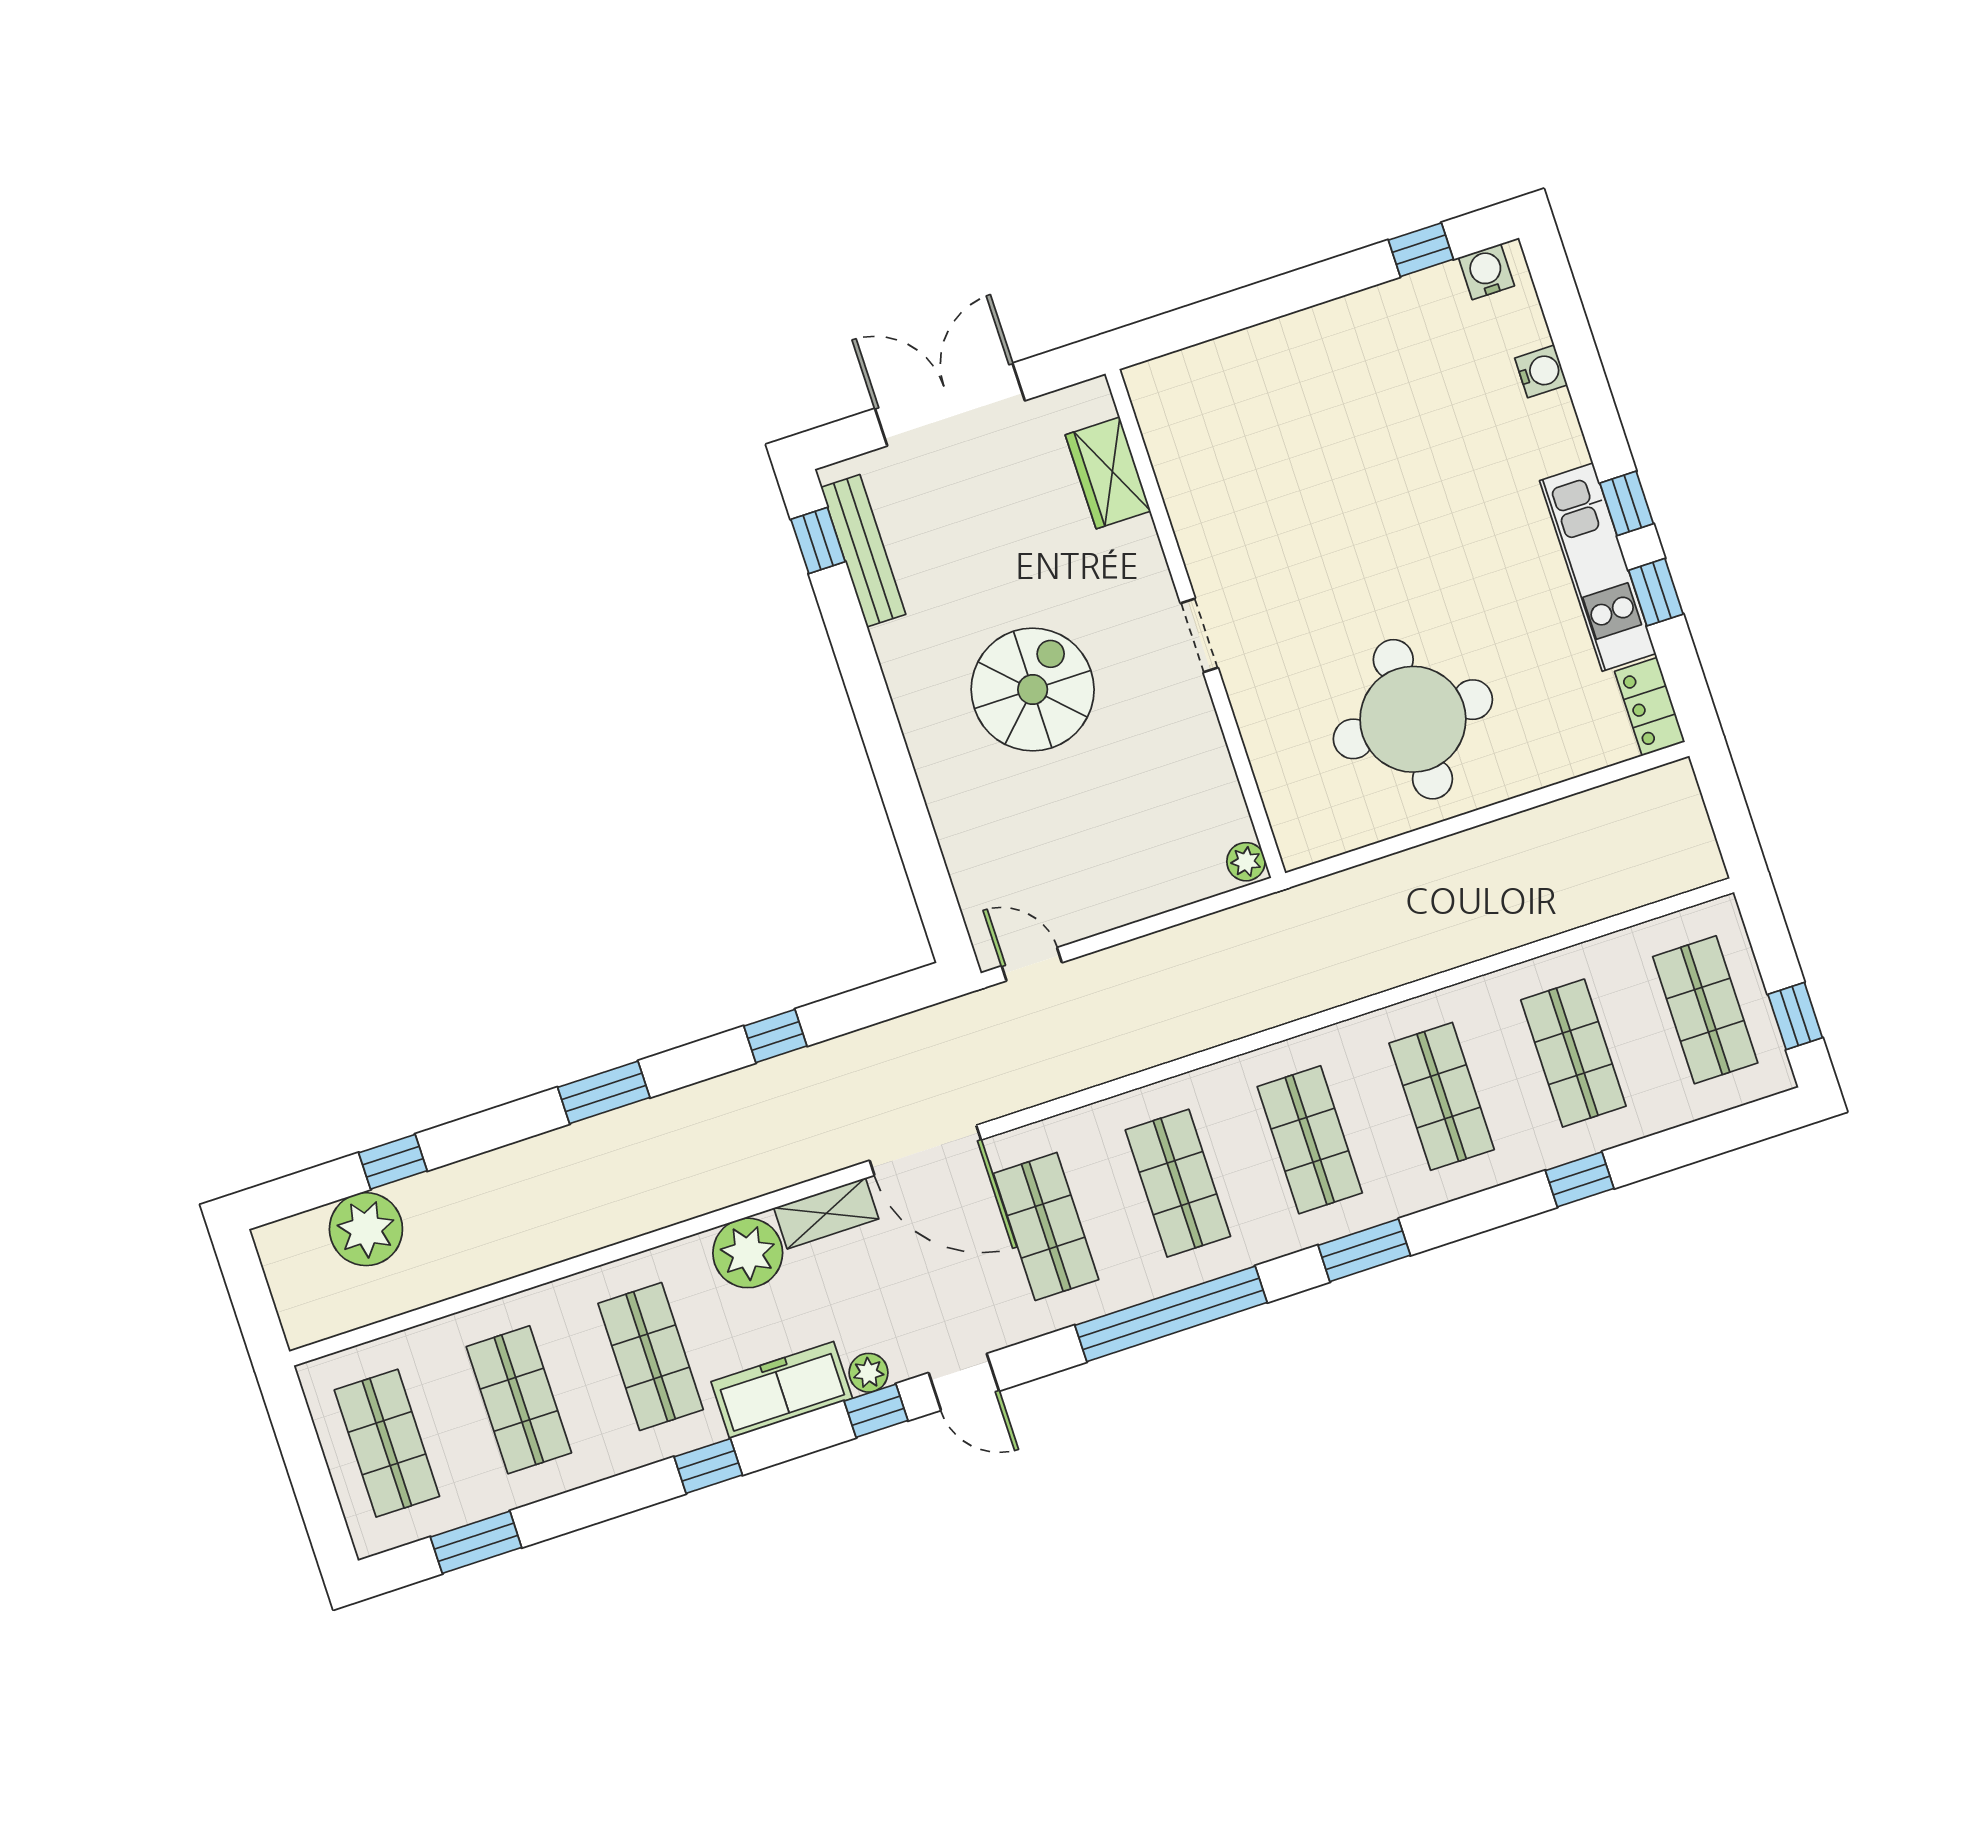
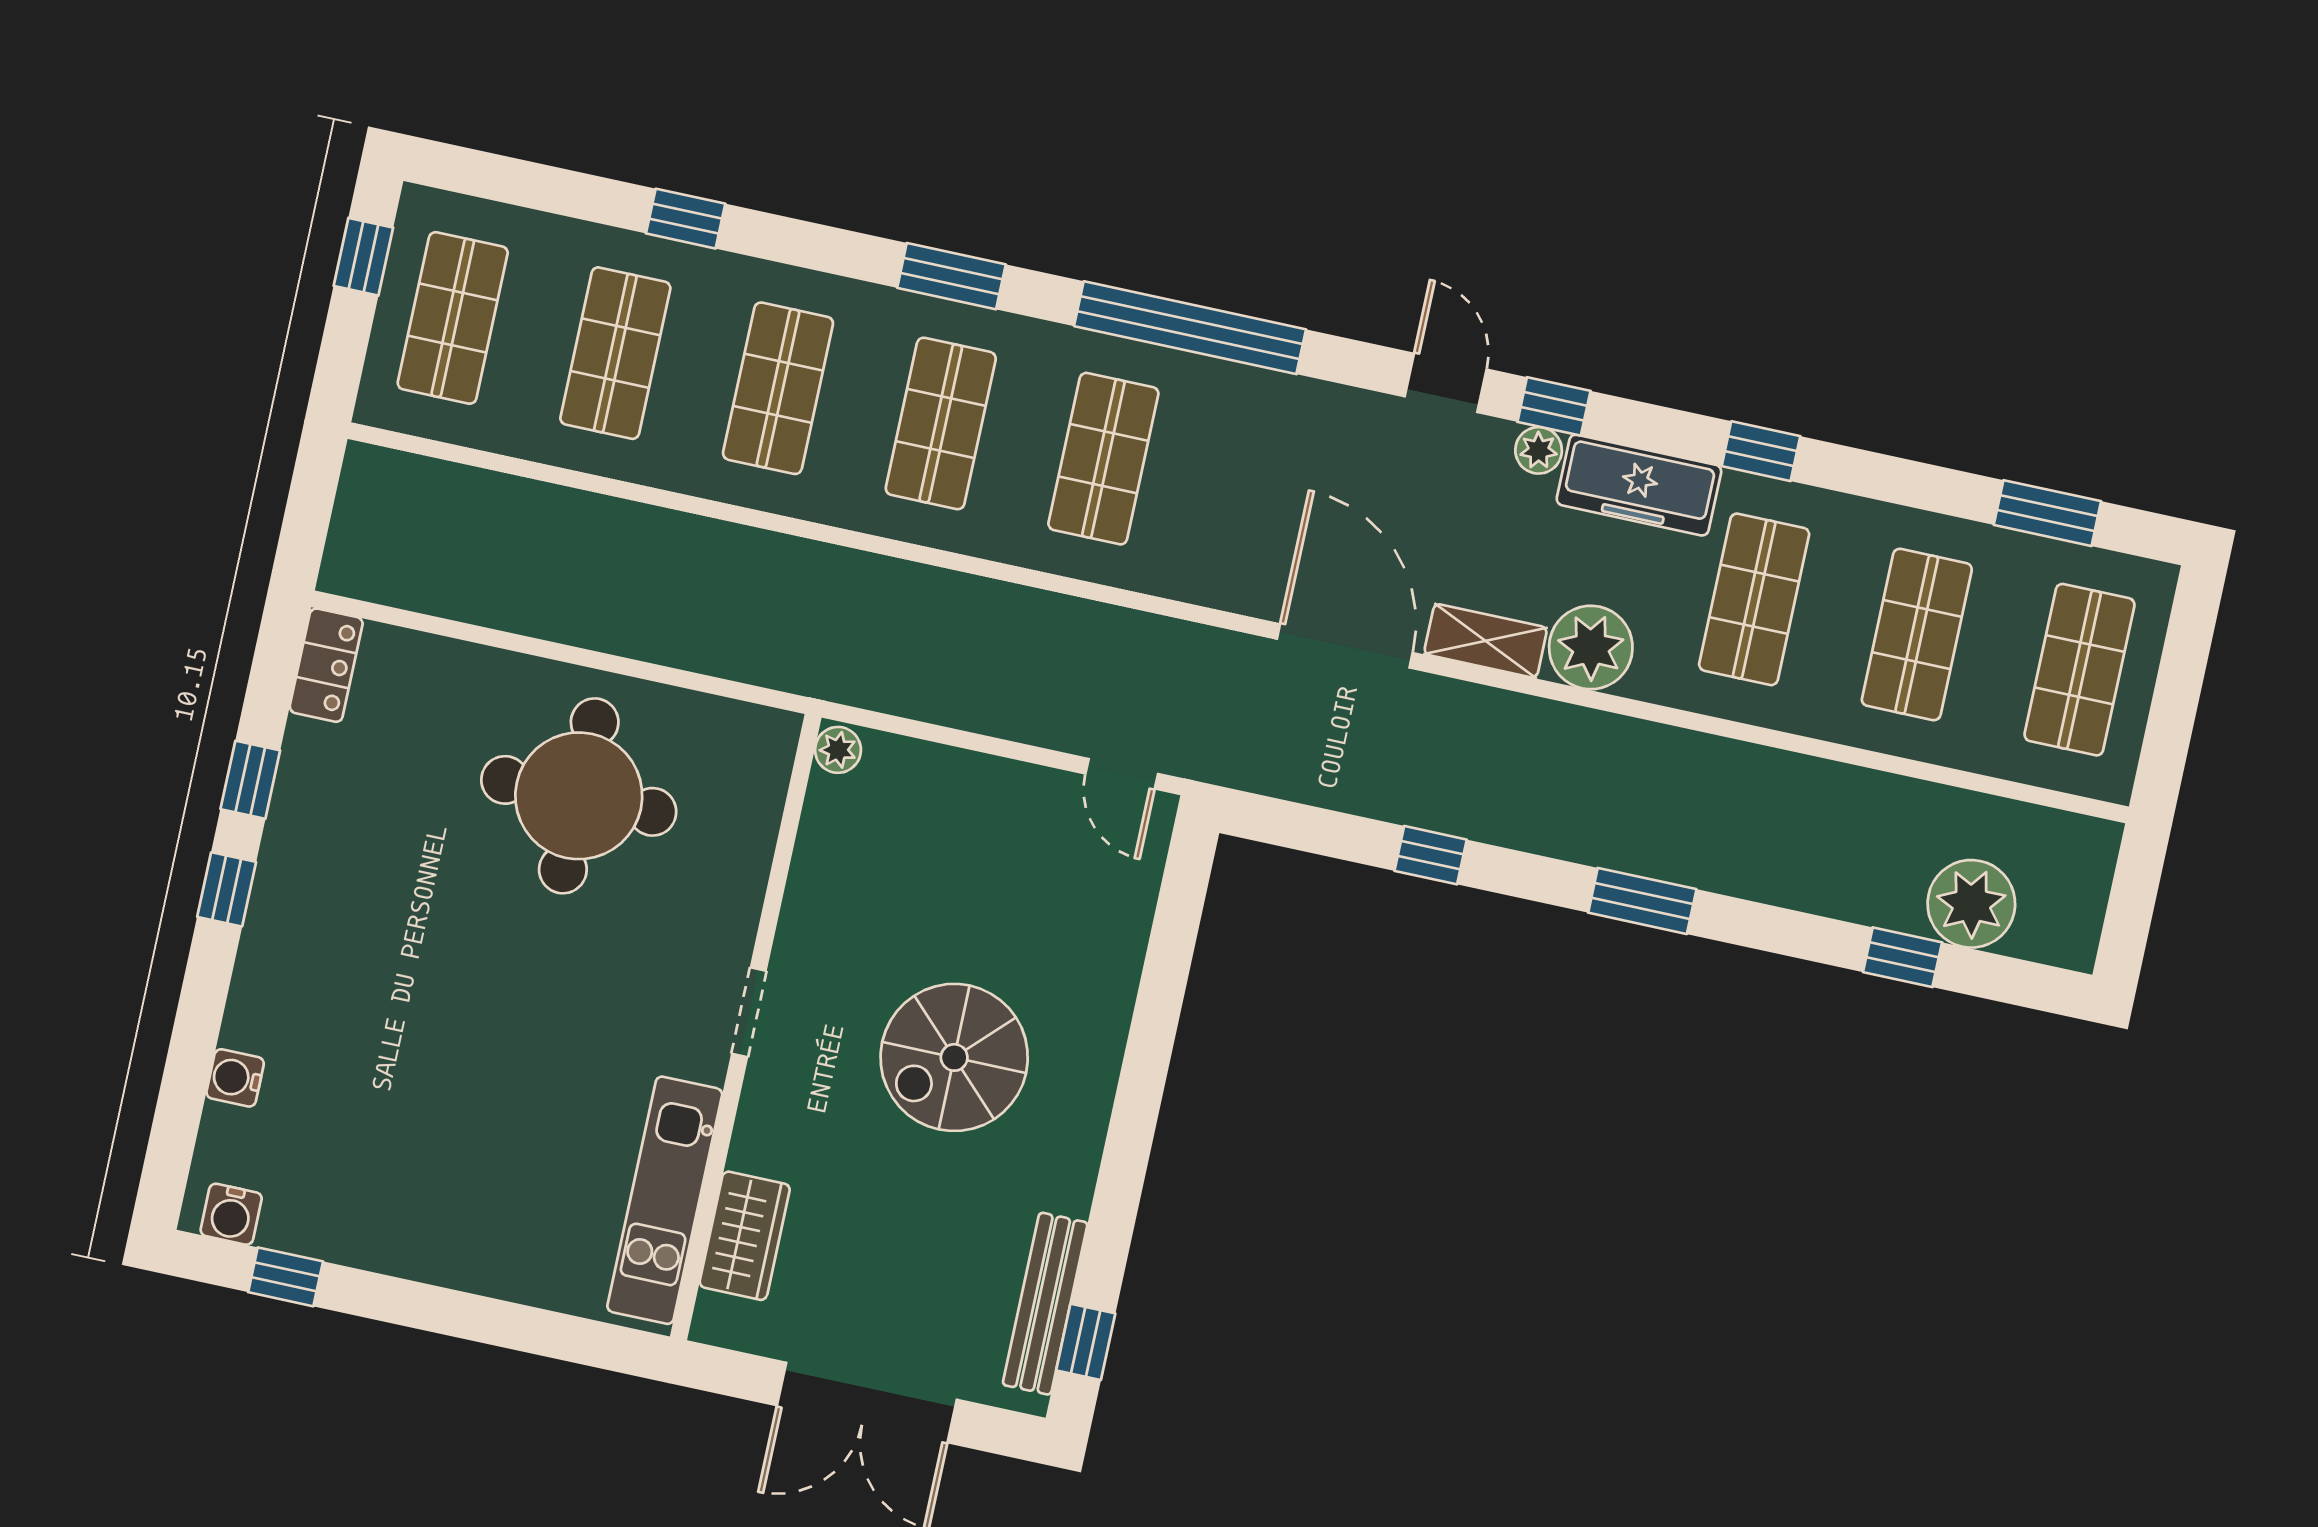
kitchen unit: (1598, 567) -> (665, 1200), moved, turned 180
shop shelf: (1046, 1226) -> (1266, 494), removed

